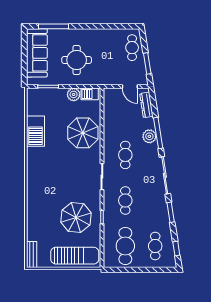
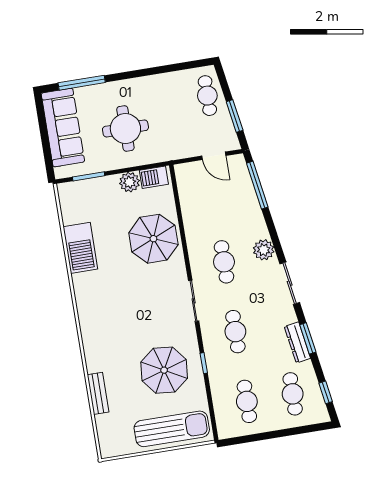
dresser: (146, 105) -> (297, 342), moved
window: (158, 133) -> (257, 185), moved
plant: (149, 136) -> (264, 250), moved
sliding door: (165, 175) -> (290, 283), width x0.73
cafe table: (125, 246) -> (247, 401), width x0.73, depth x0.74
bench: (32, 254) -> (98, 393), moved

